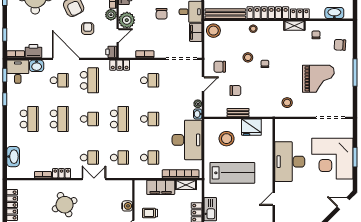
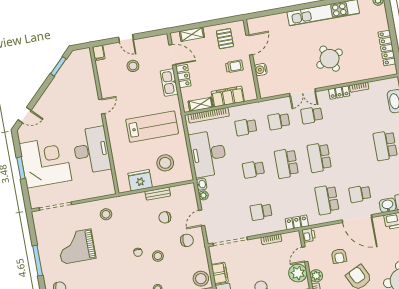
school desk: (59, 119) -> (352, 151), removed
school desk: (89, 119) -> (319, 157), width x1.85
lab bench: (232, 173) -> (152, 127), turned 180

